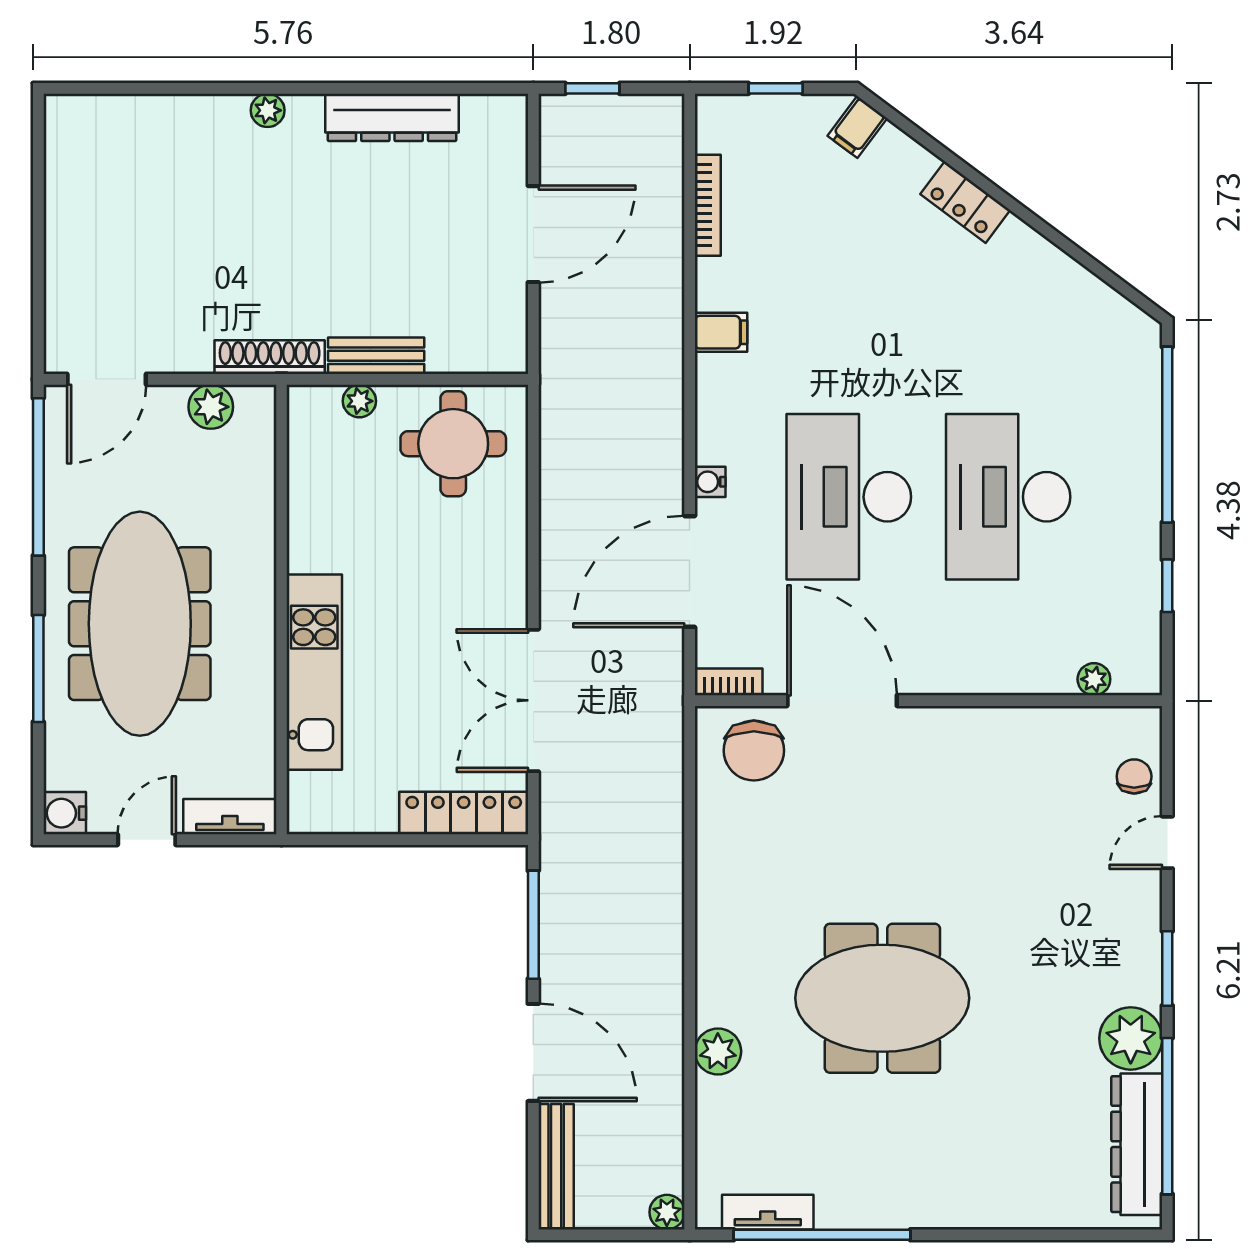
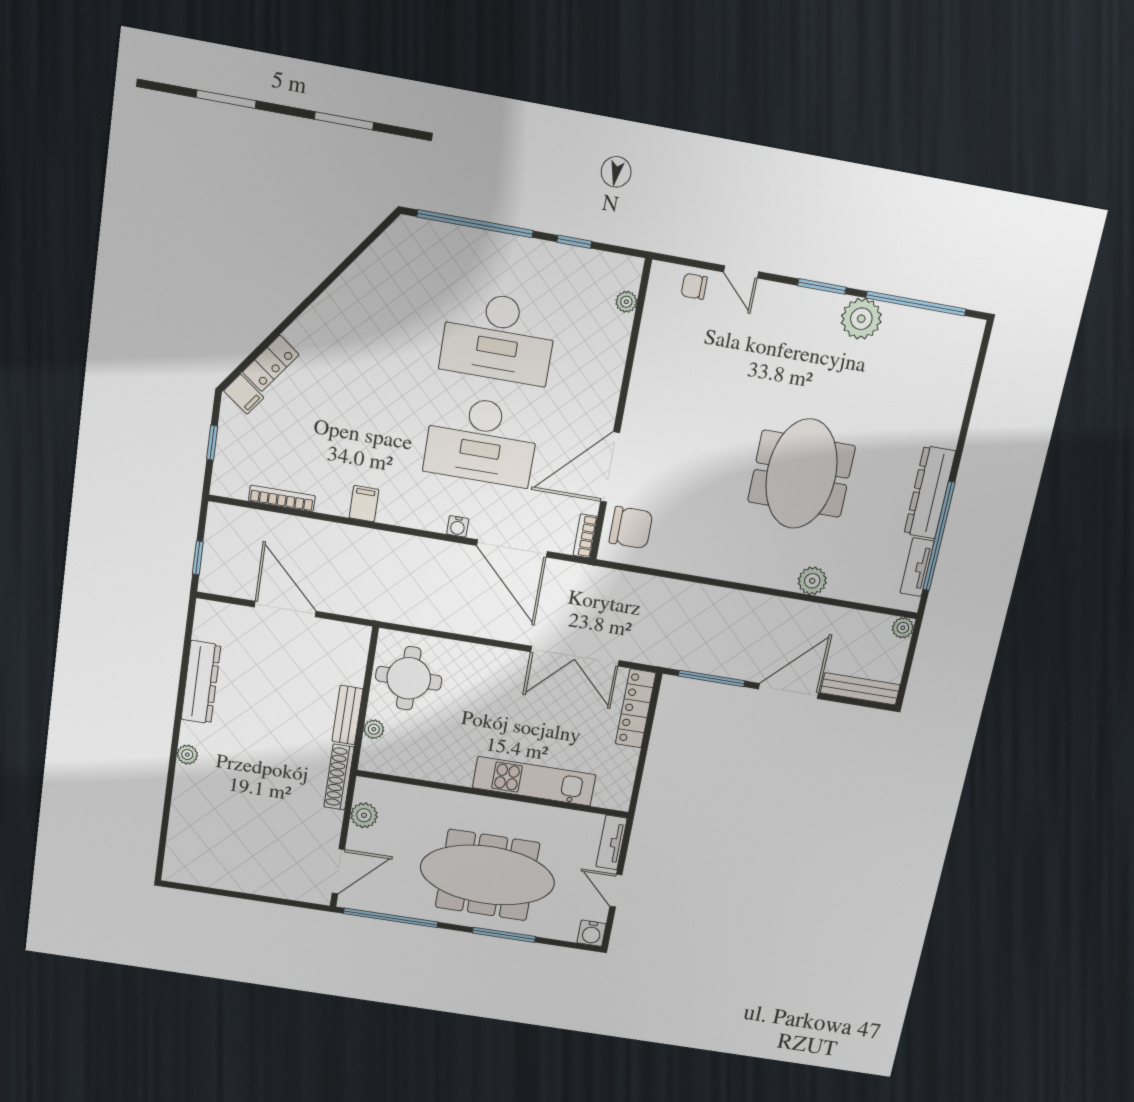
locker: (965, 202) -> (271, 363), moved
door: (107, 379) -> (338, 871), hinge flipped
dresser: (1137, 1144) -> (930, 492), moved, turned 90

